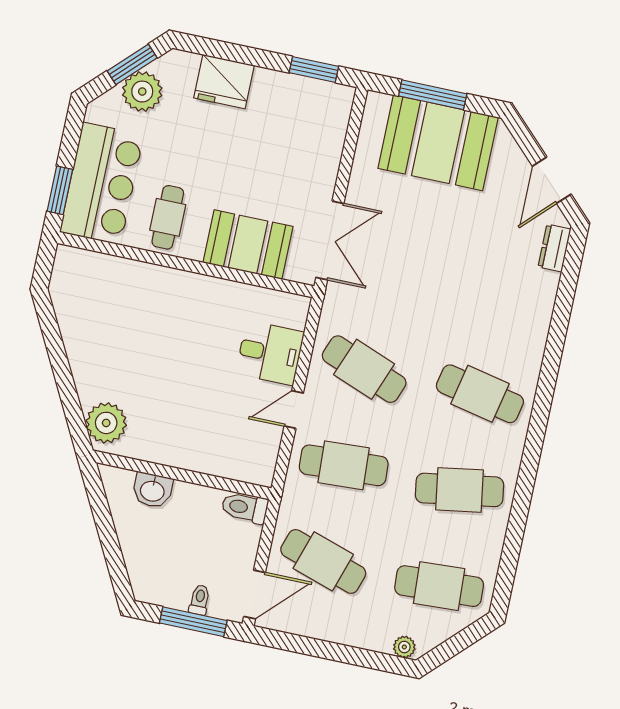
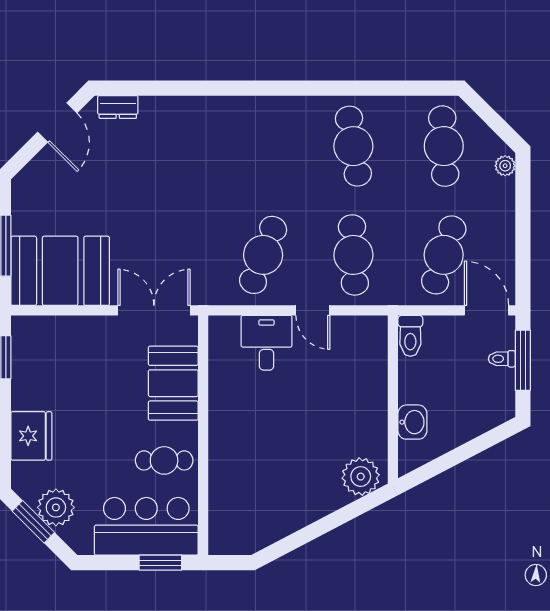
booth: (438, 143) -> (60, 271), moved, turned 90
door: (552, 180) -> (57, 122), hinge flipped
cafe table: (480, 394) -> (263, 146), removed

